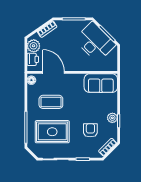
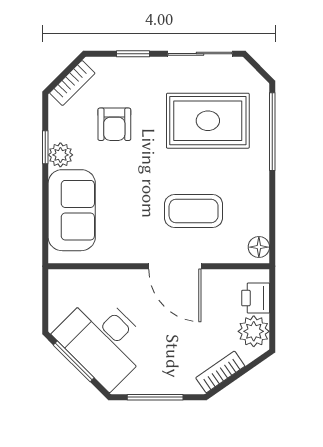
door: (54, 72) -> (175, 266), moved
sofa: (101, 83) -> (72, 210), moved, turned 90
coffee table: (51, 102) -> (194, 211), moved

